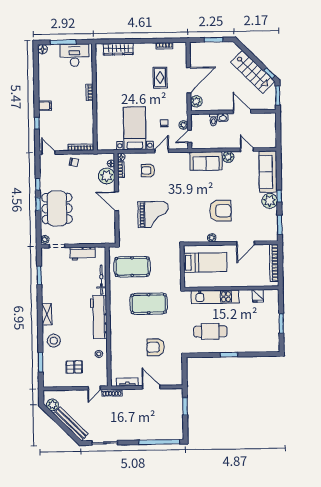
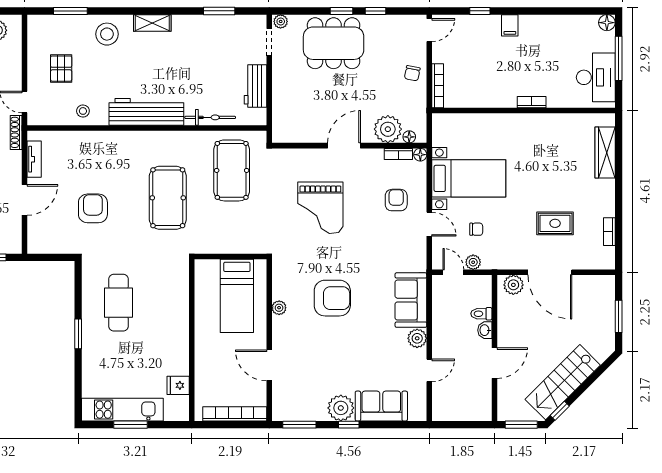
sofa: (268, 172) -> (381, 406), width x0.73
armchair: (220, 211) -> (332, 298), moved, turned -90
kitchen unit: (215, 297) -> (122, 410), moved, turned 90

